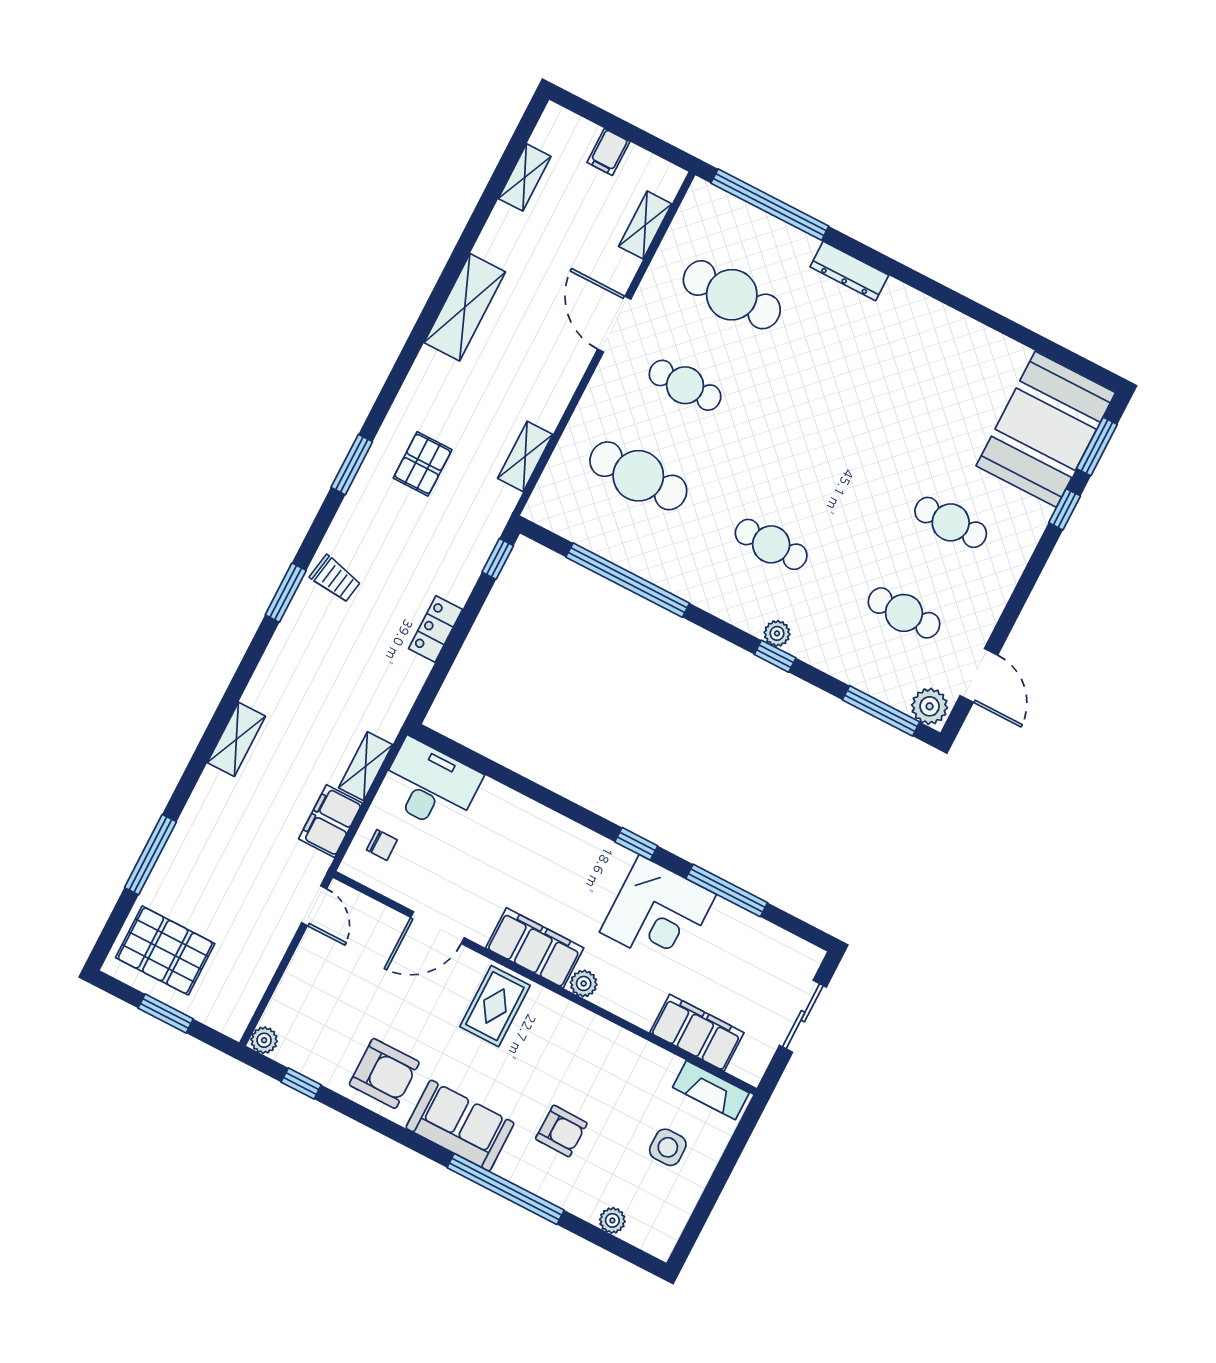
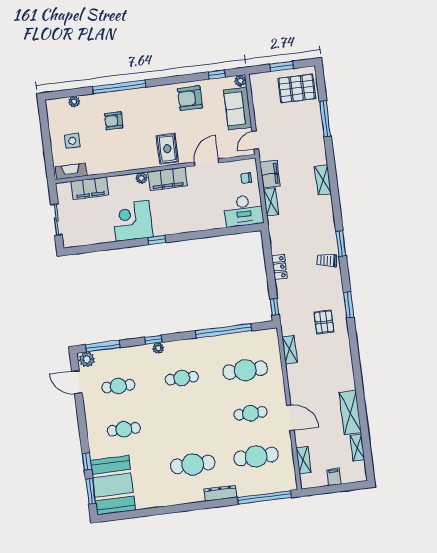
shelving: (465, 307) -> (350, 412), moved
cafe table: (865, 363) -> (193, 464), added
window: (727, 891) -> (114, 245), removed
door: (314, 906) -> (255, 140), hinge flipped
sofa: (460, 1126) -> (238, 108), moved, turned 90

